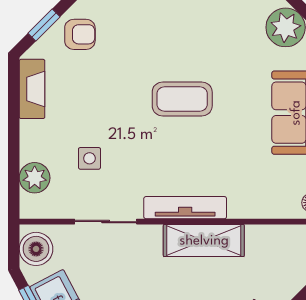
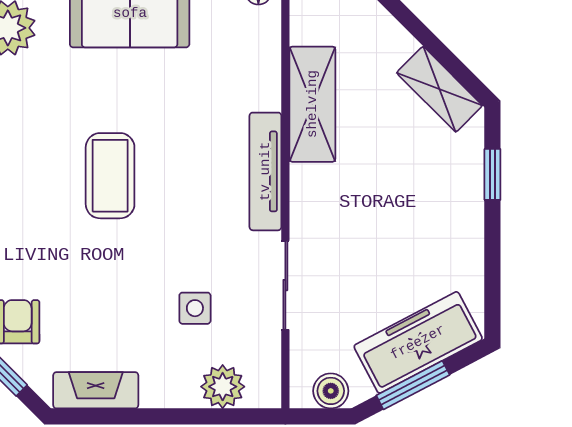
shelving: (204, 241) -> (312, 104), moved
boiler: (36, 249) -> (331, 391), width x0.73, depth x0.73

